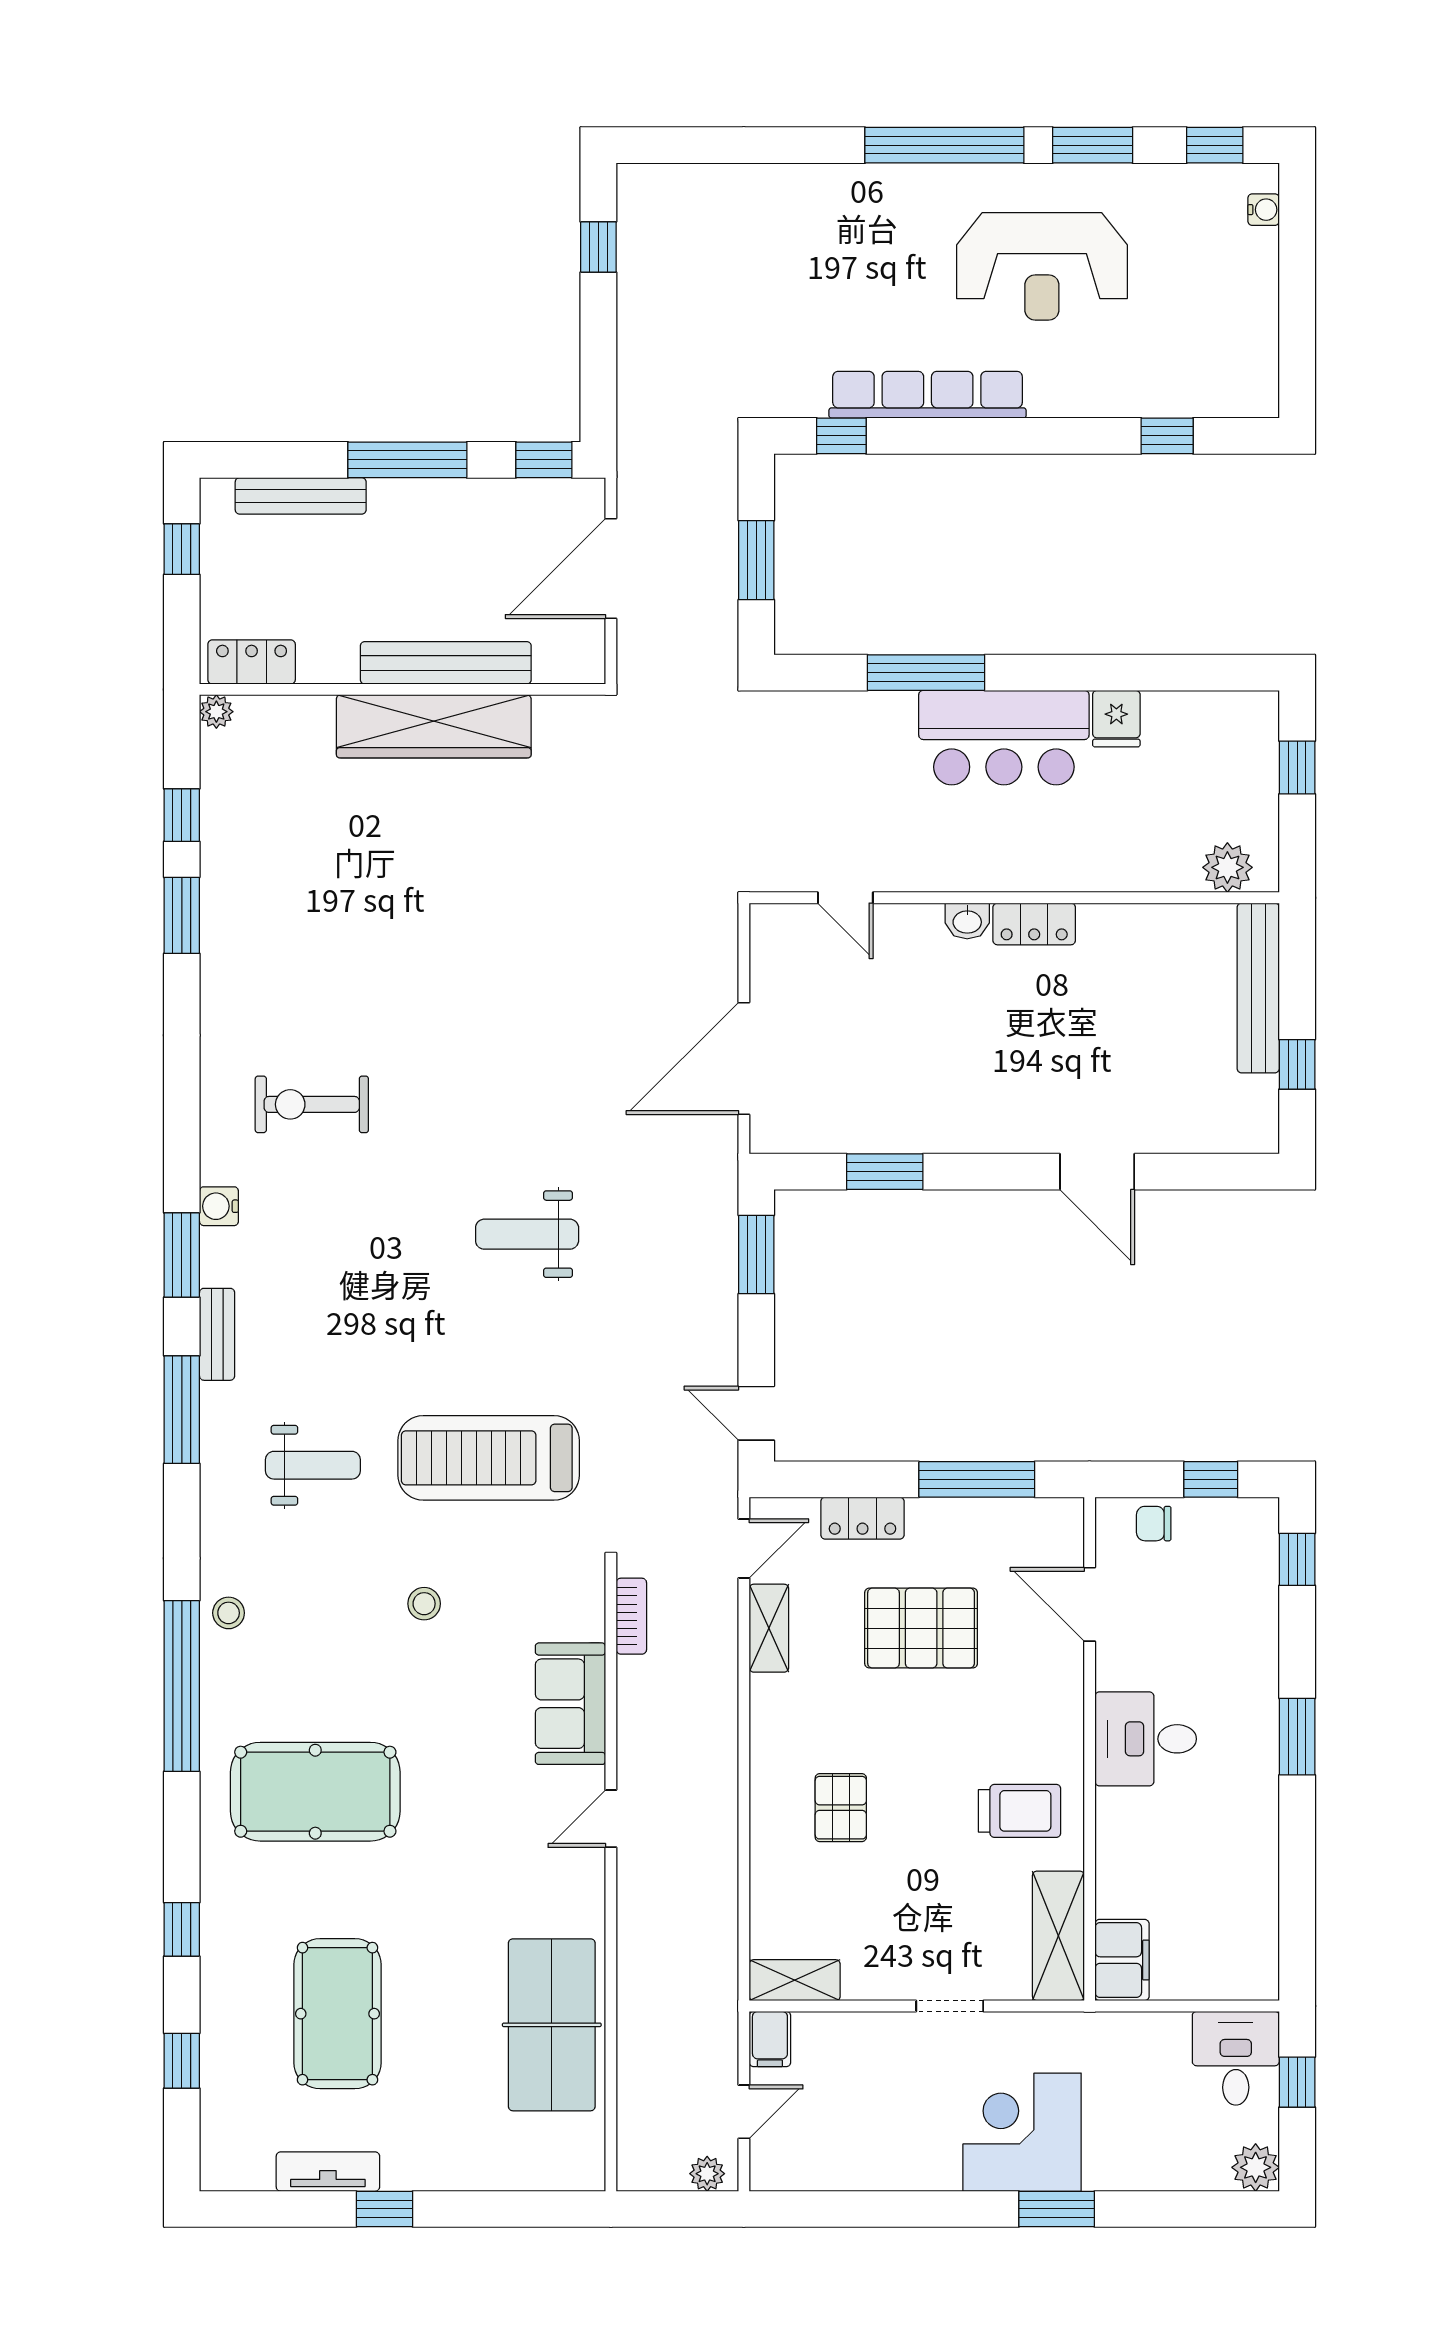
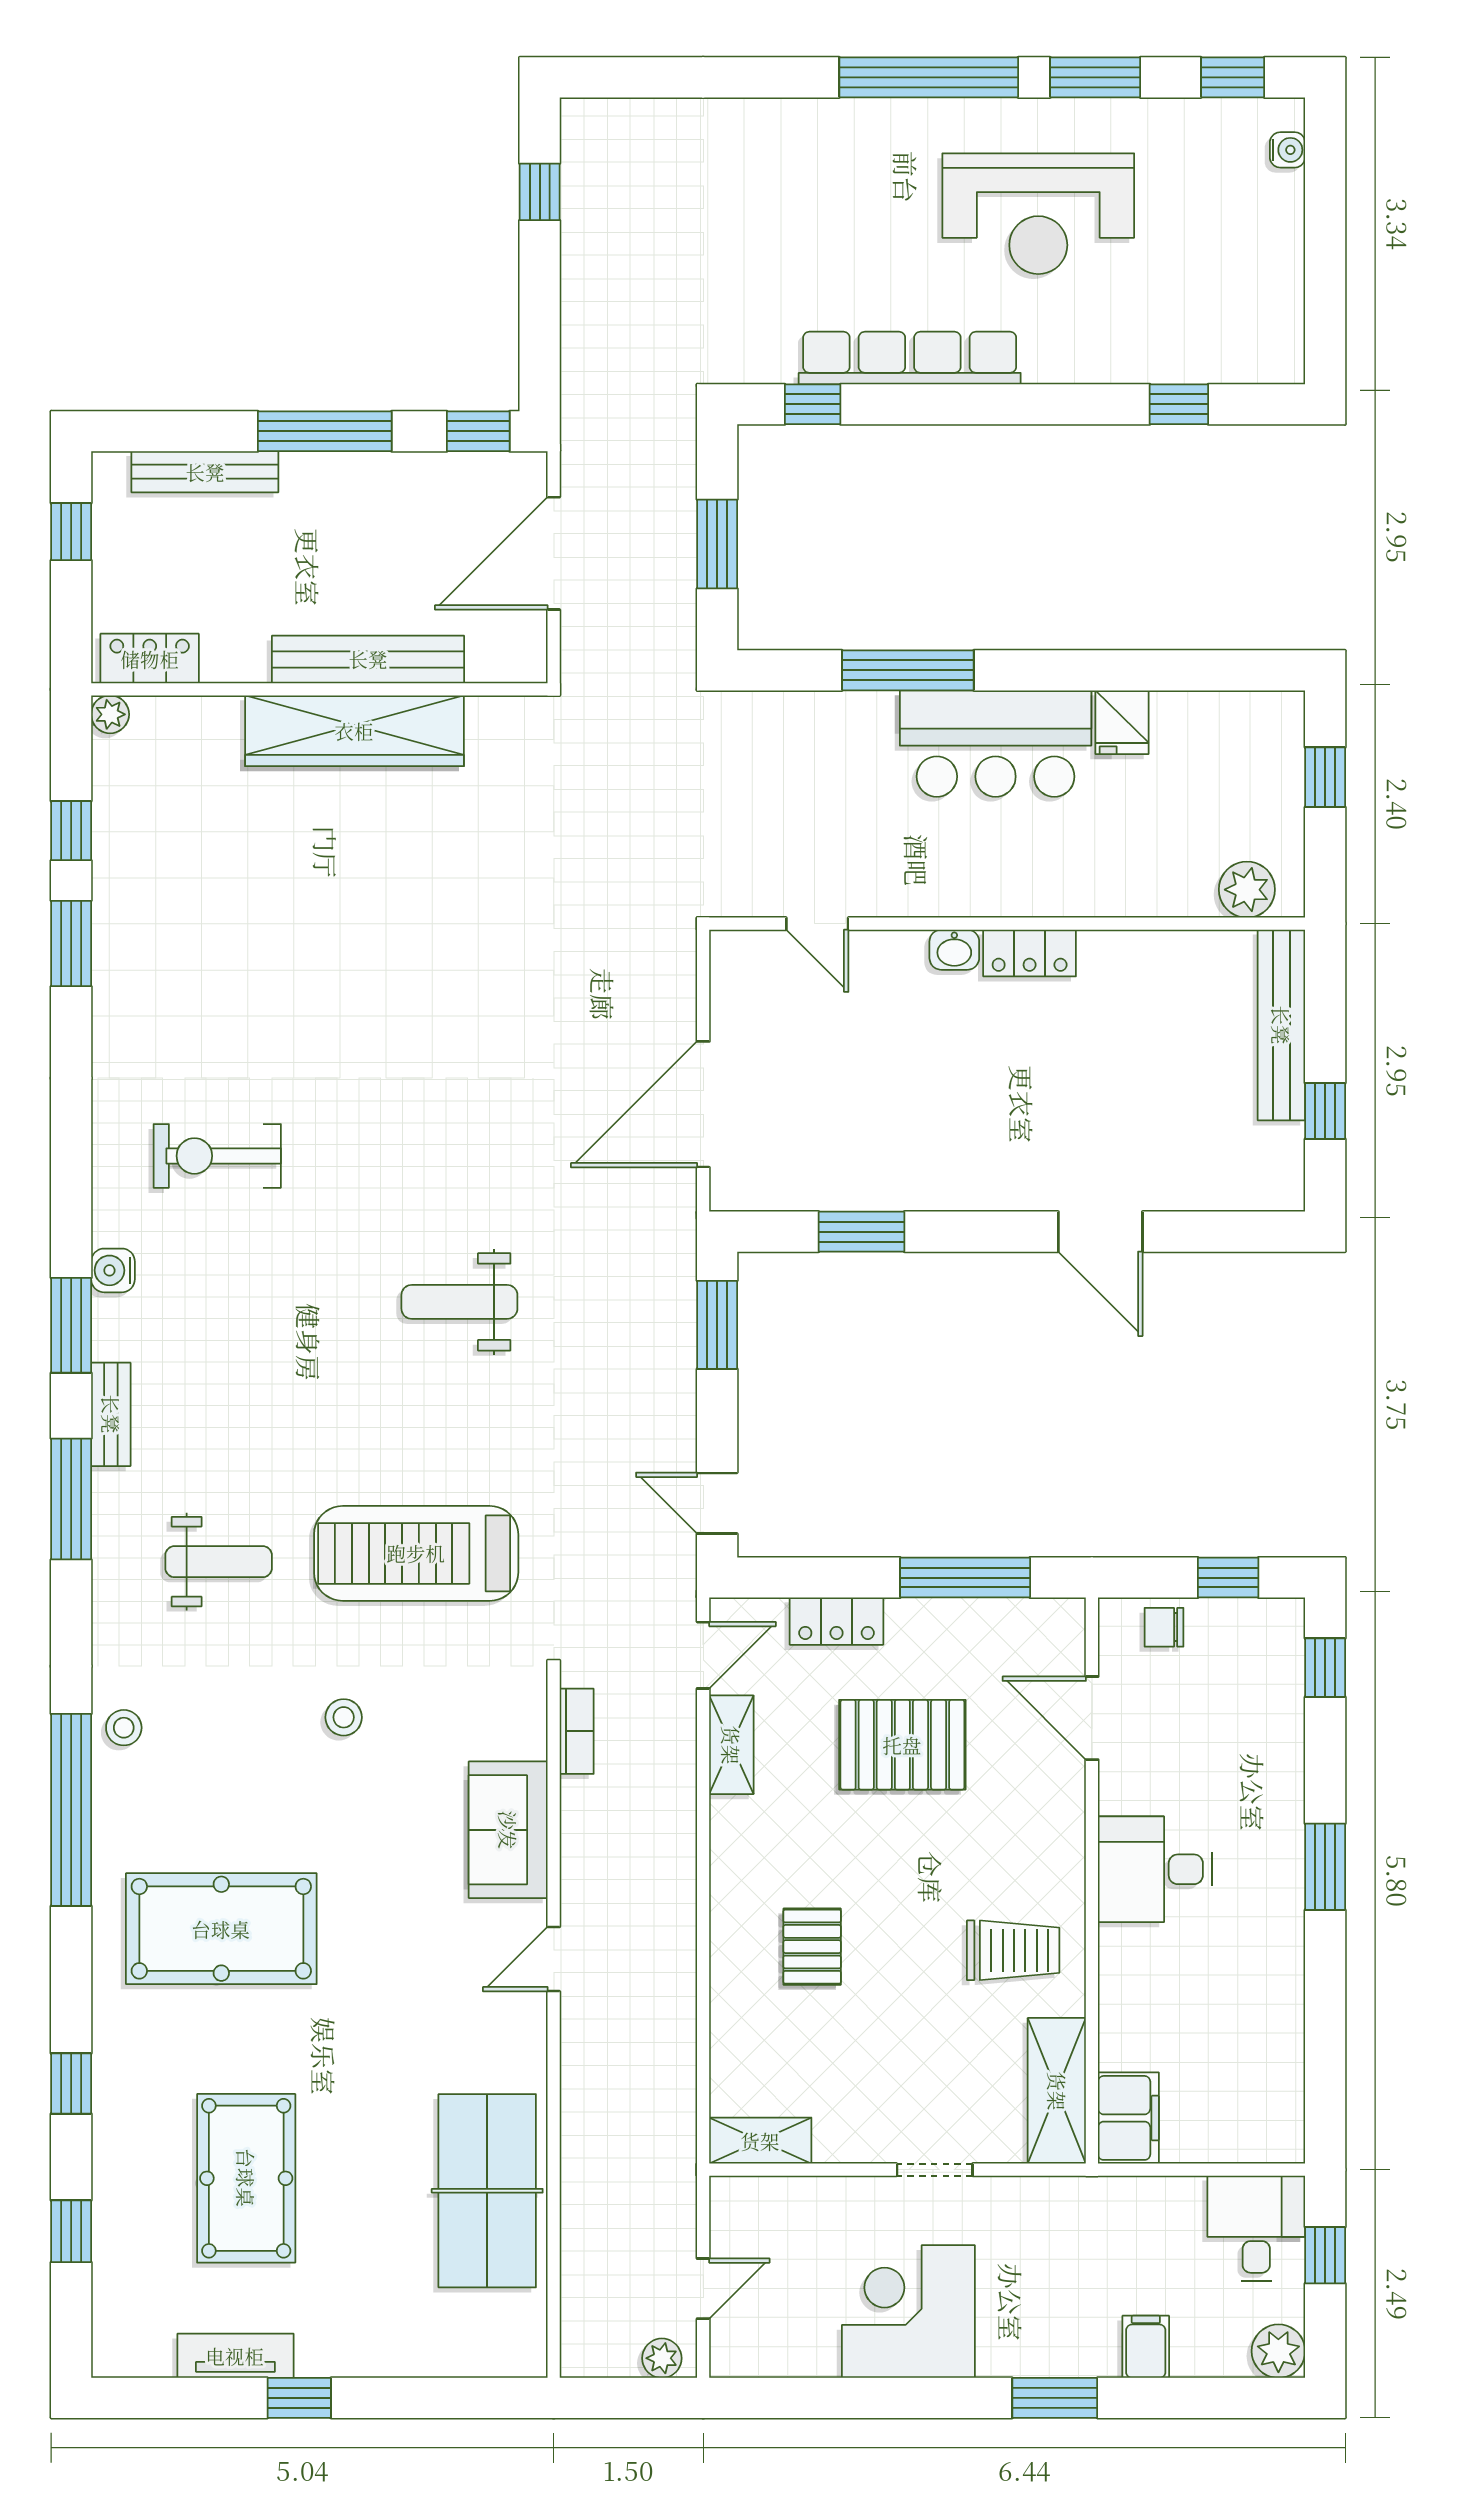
filing cabinet: (770, 2039) -> (1146, 2347), moved, turned 180
corner desk: (1022, 2132) -> (908, 2312), moved

